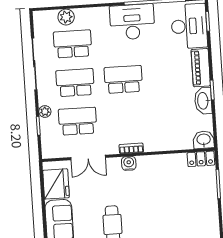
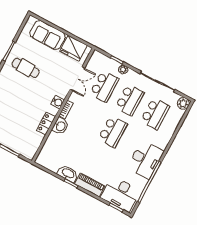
plant: (66, 17) -> (183, 103), moved
washbasin: (204, 140) -> (60, 126), moved
double door: (88, 157) -> (77, 79), swing flipped
locker: (201, 159) -> (46, 124), moved

